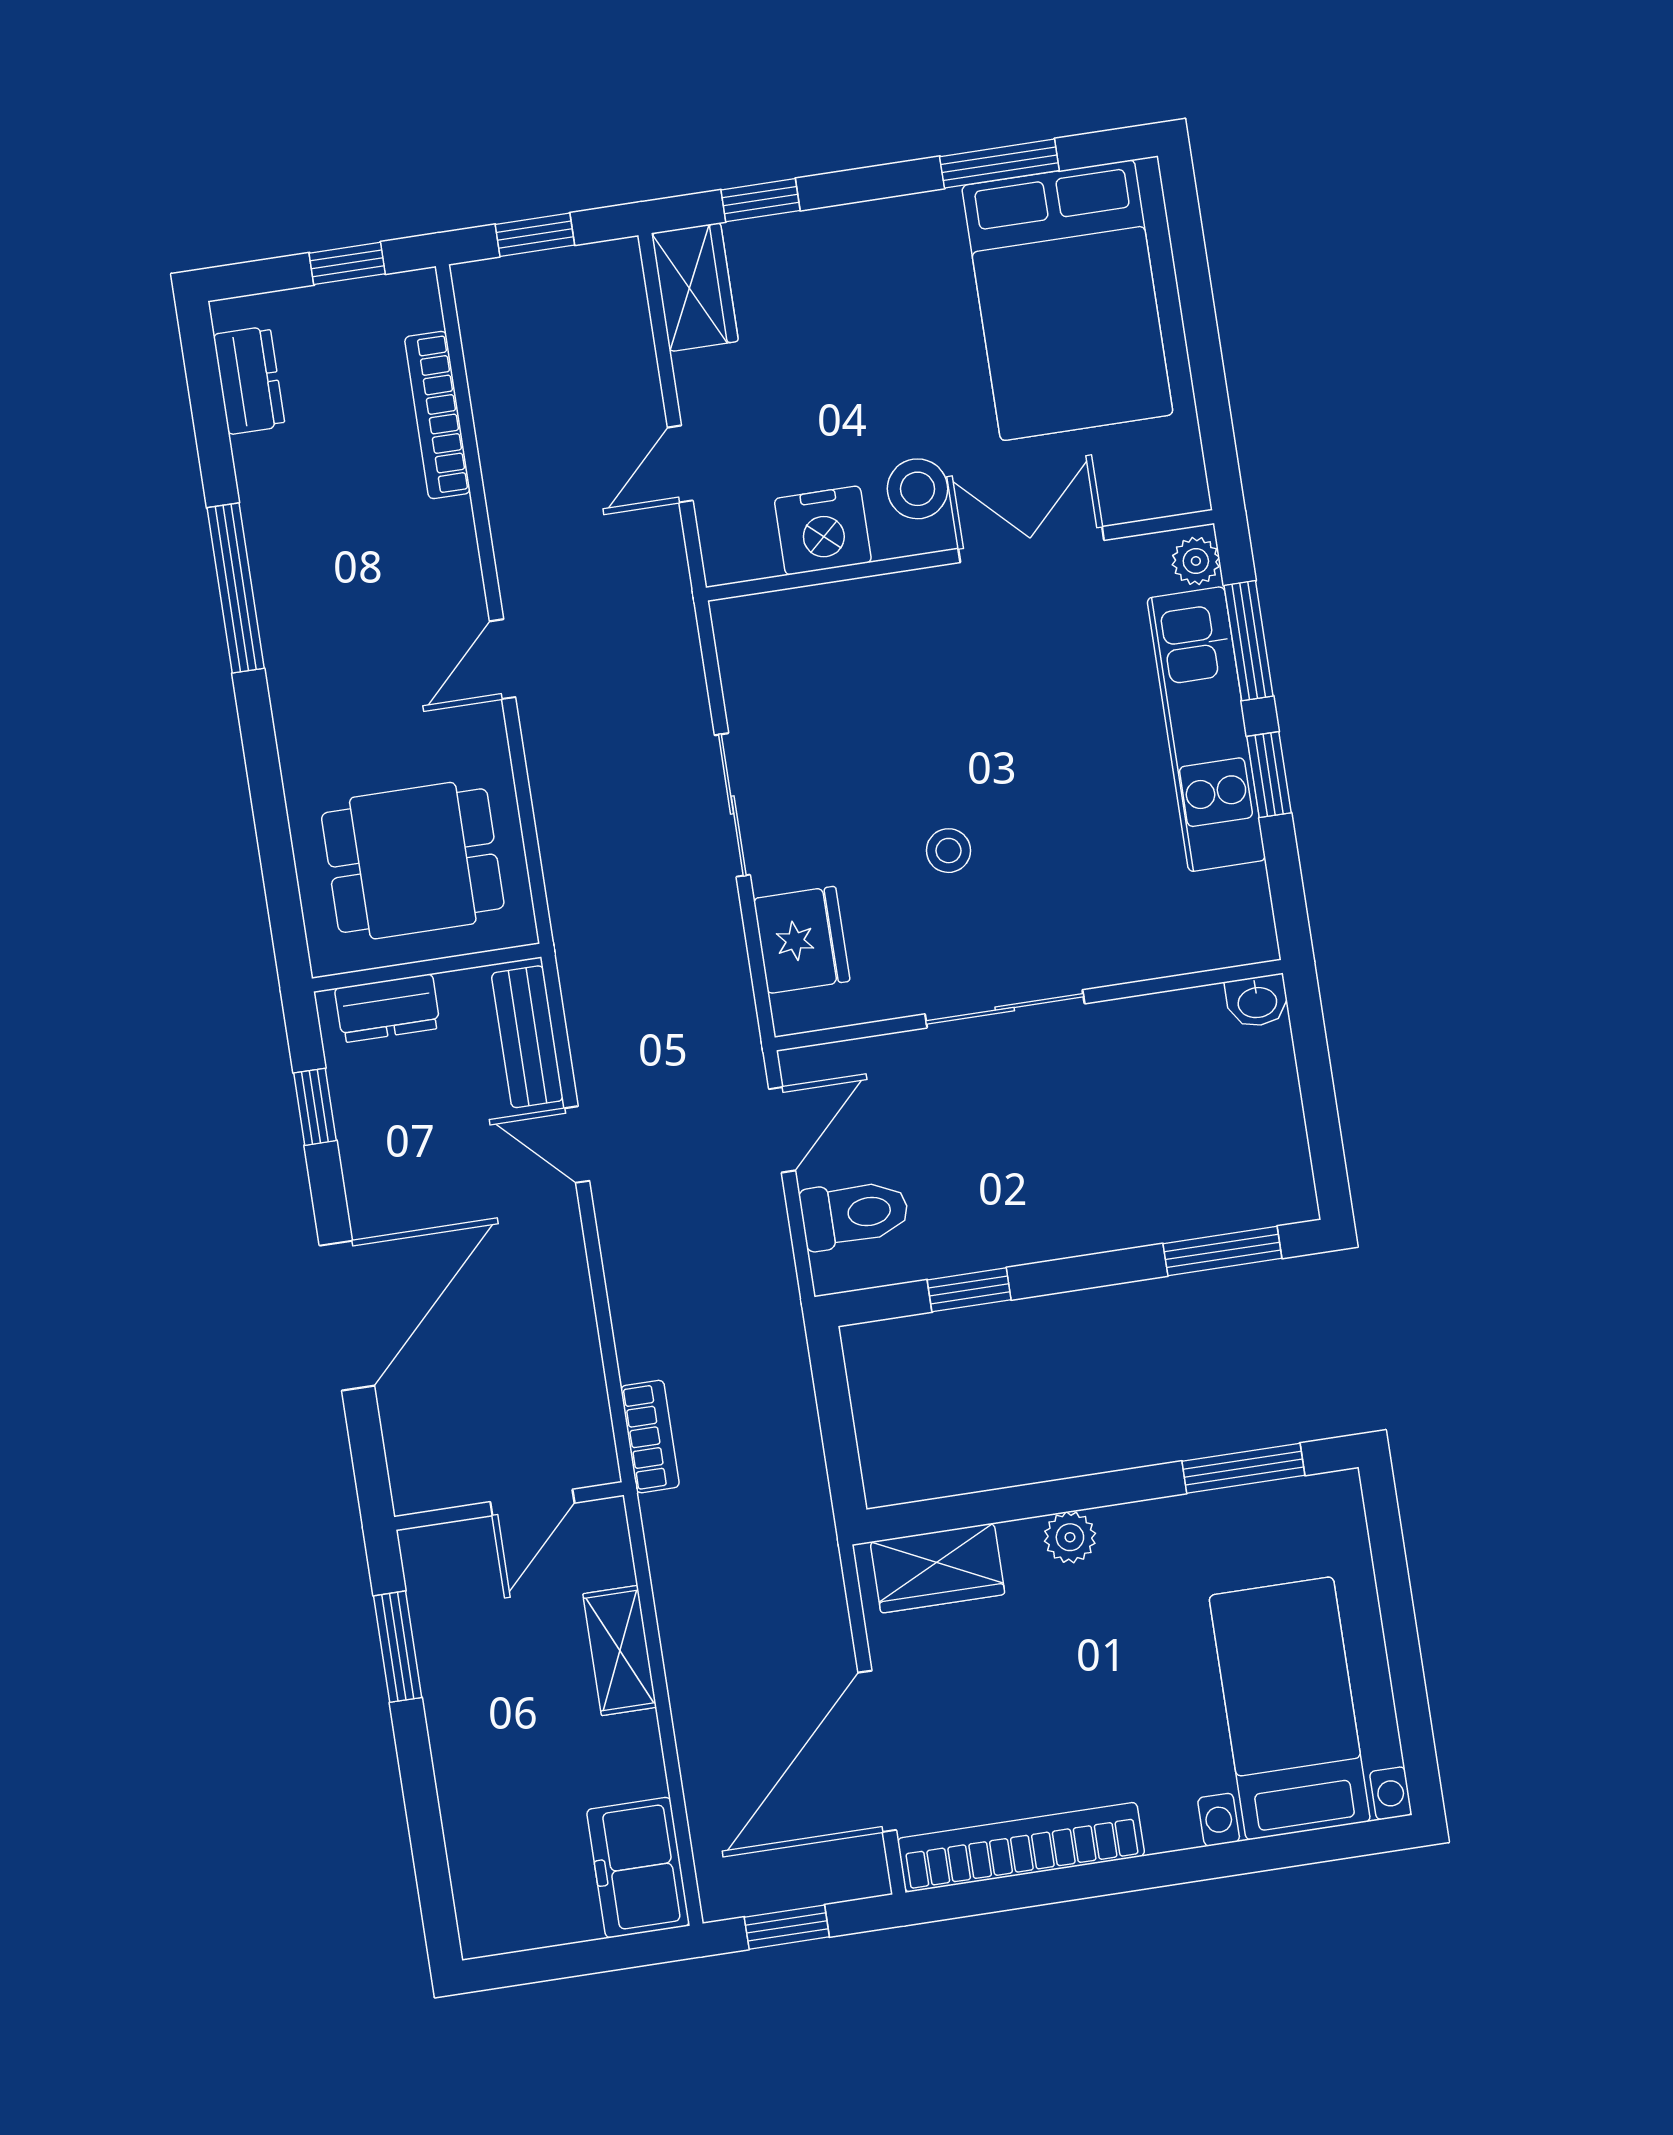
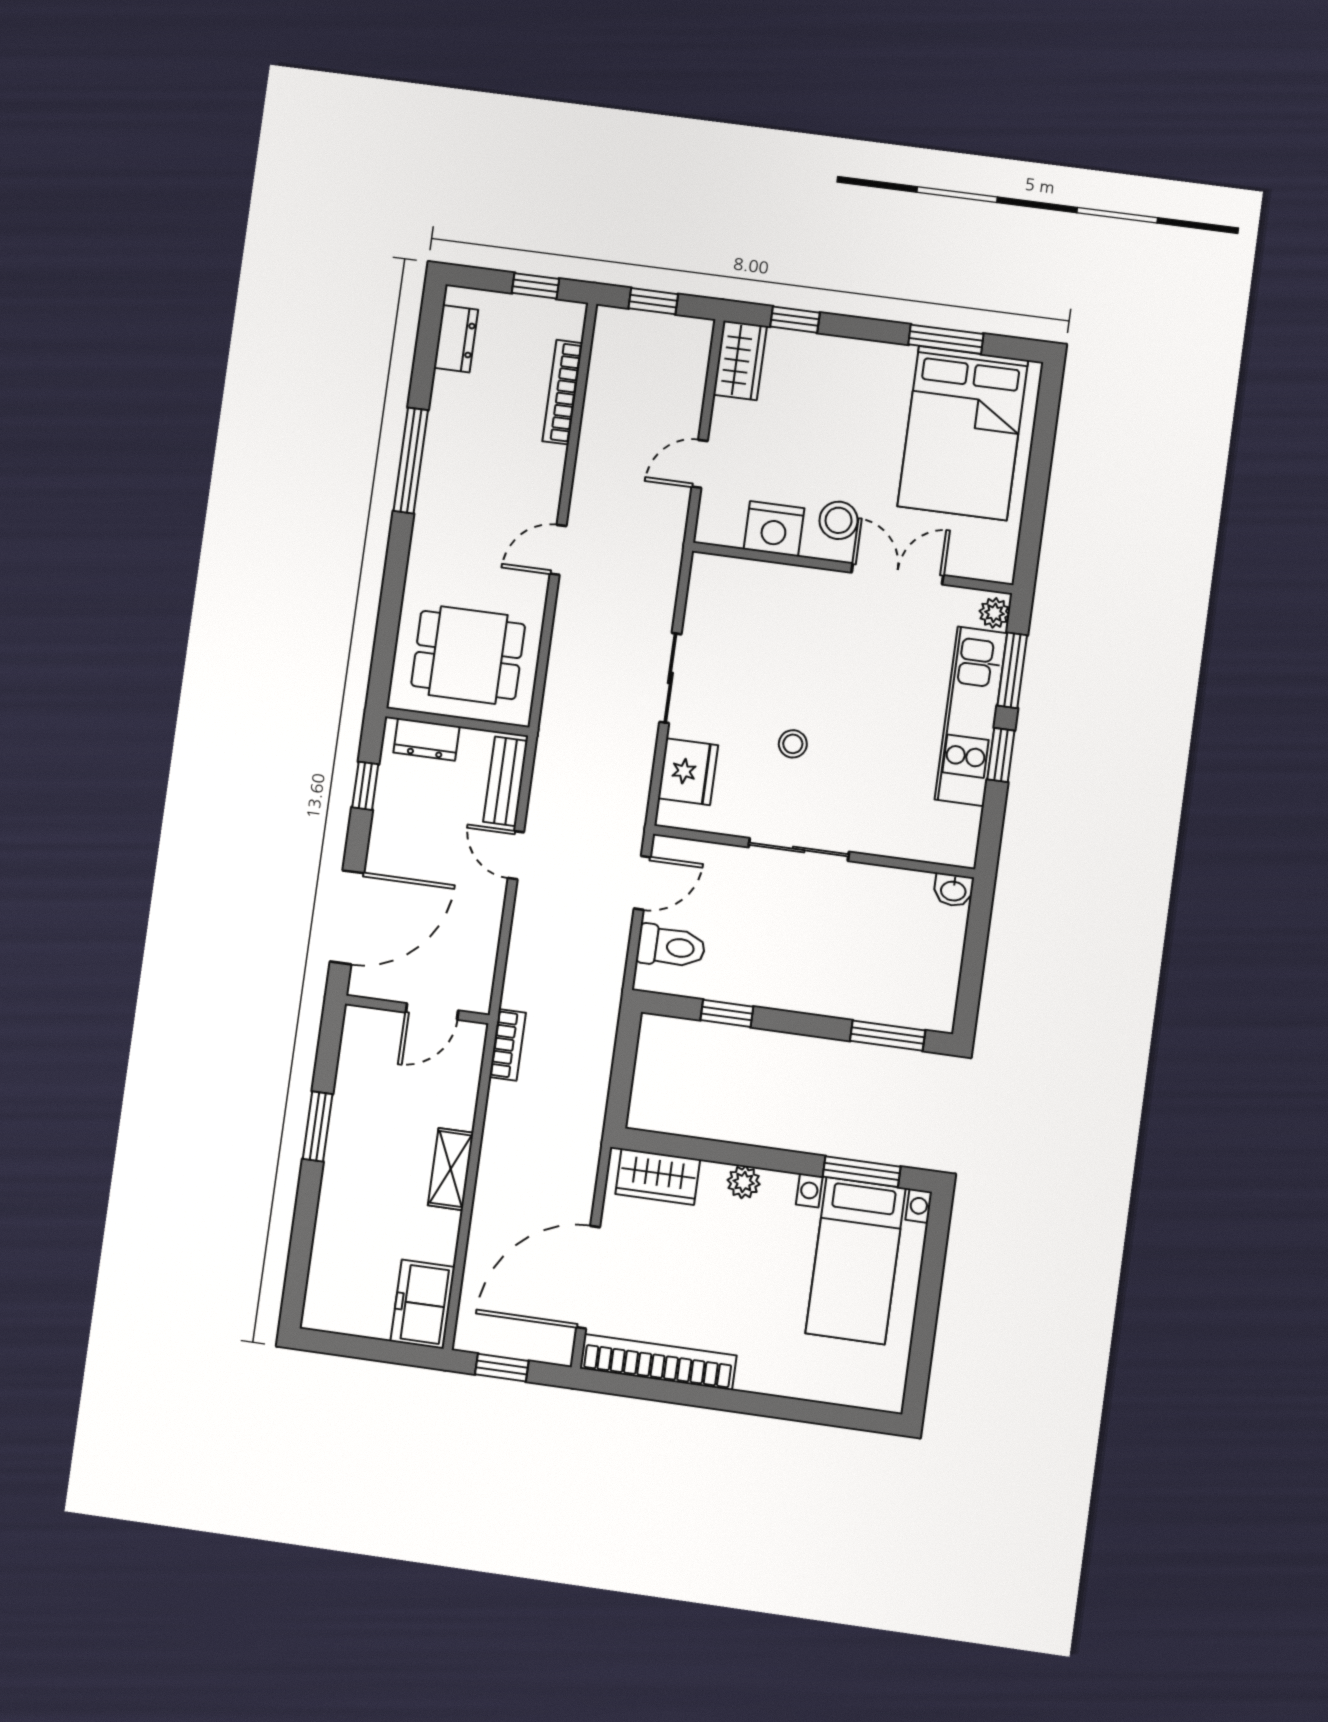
door: (532, 1502) -> (432, 1011), moved
wall: (509, 1506) -> (417, 1009), moved
bed with nightstands: (1290, 1708) -> (856, 1261), moved, turned 180

